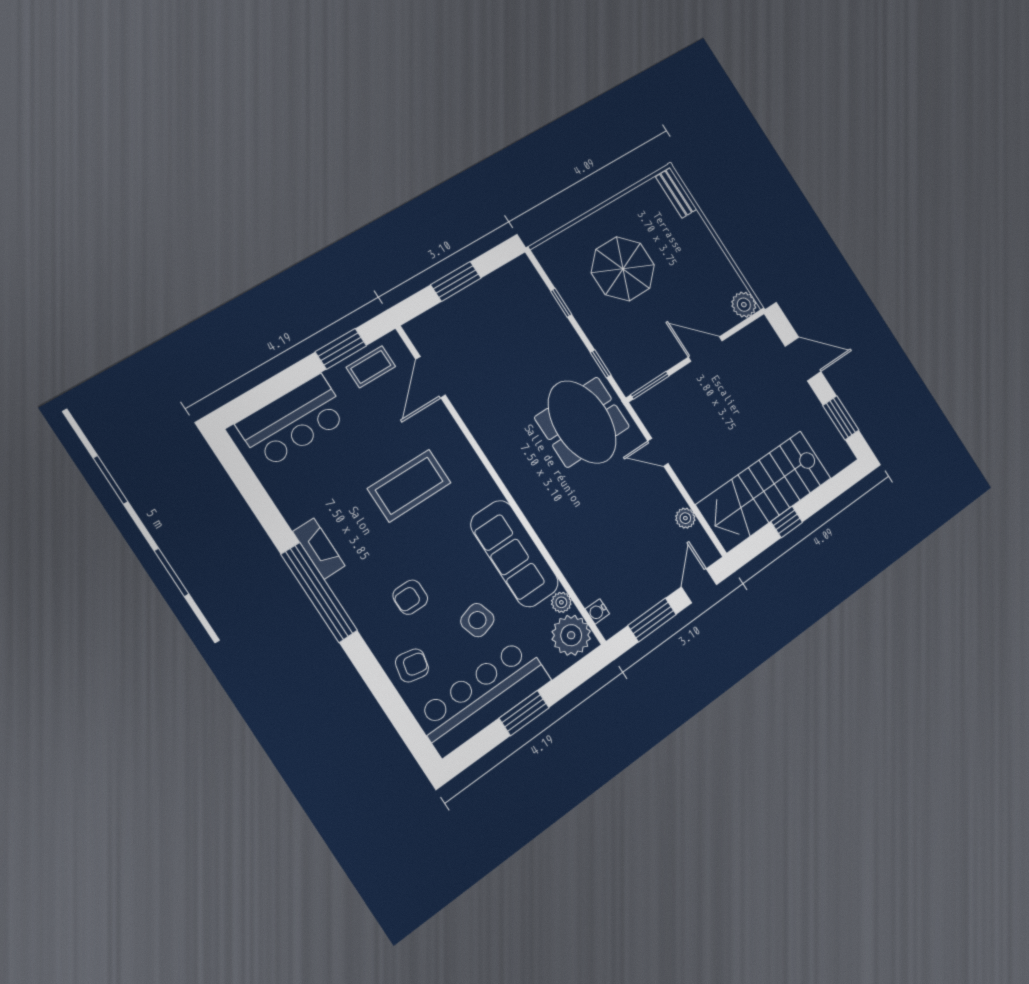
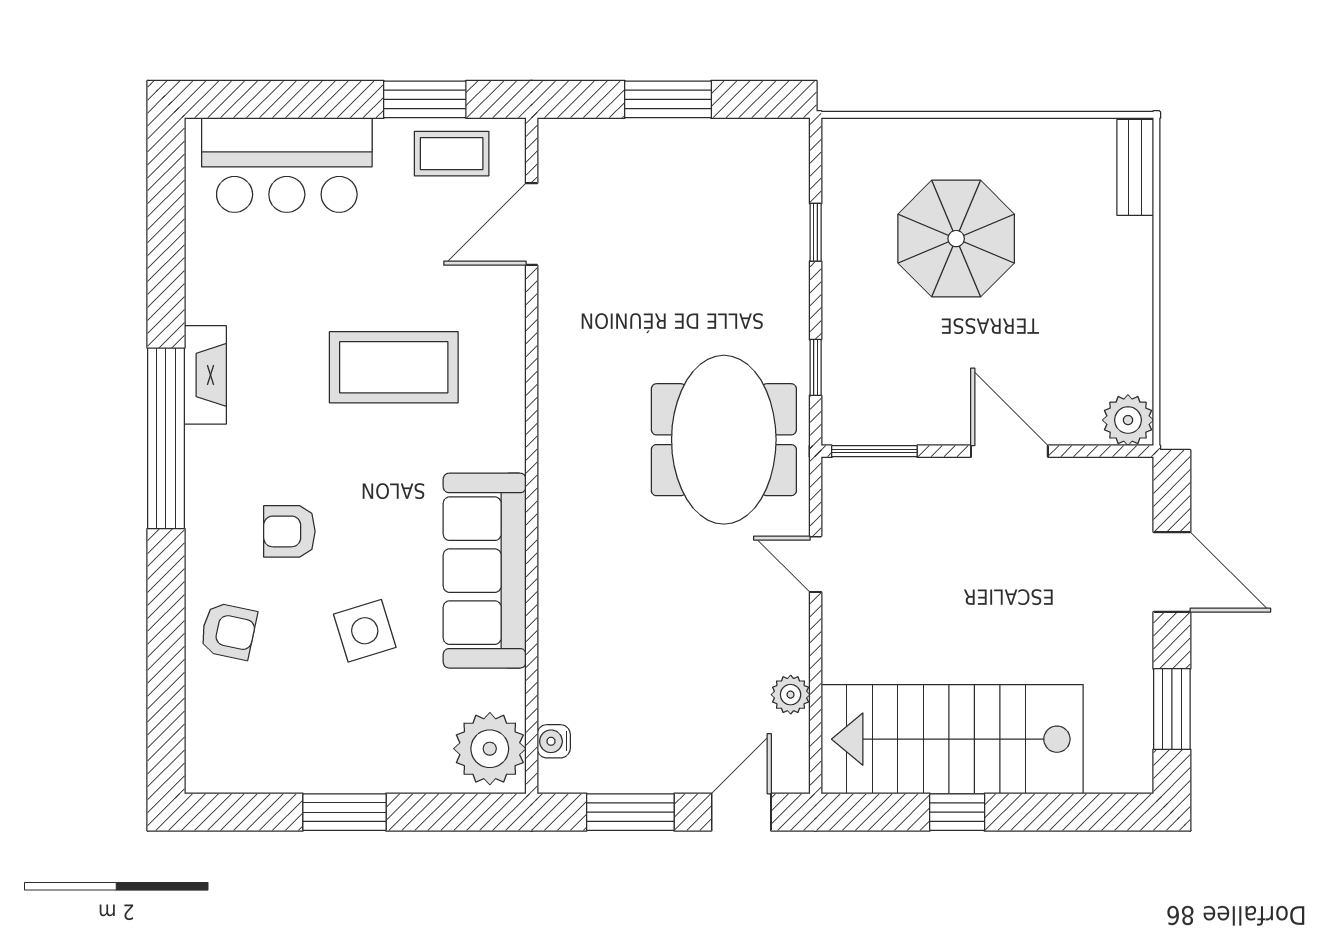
plant: (561, 602) -> (507, 690), removed
bar counter: (483, 697) -> (300, 747), removed

